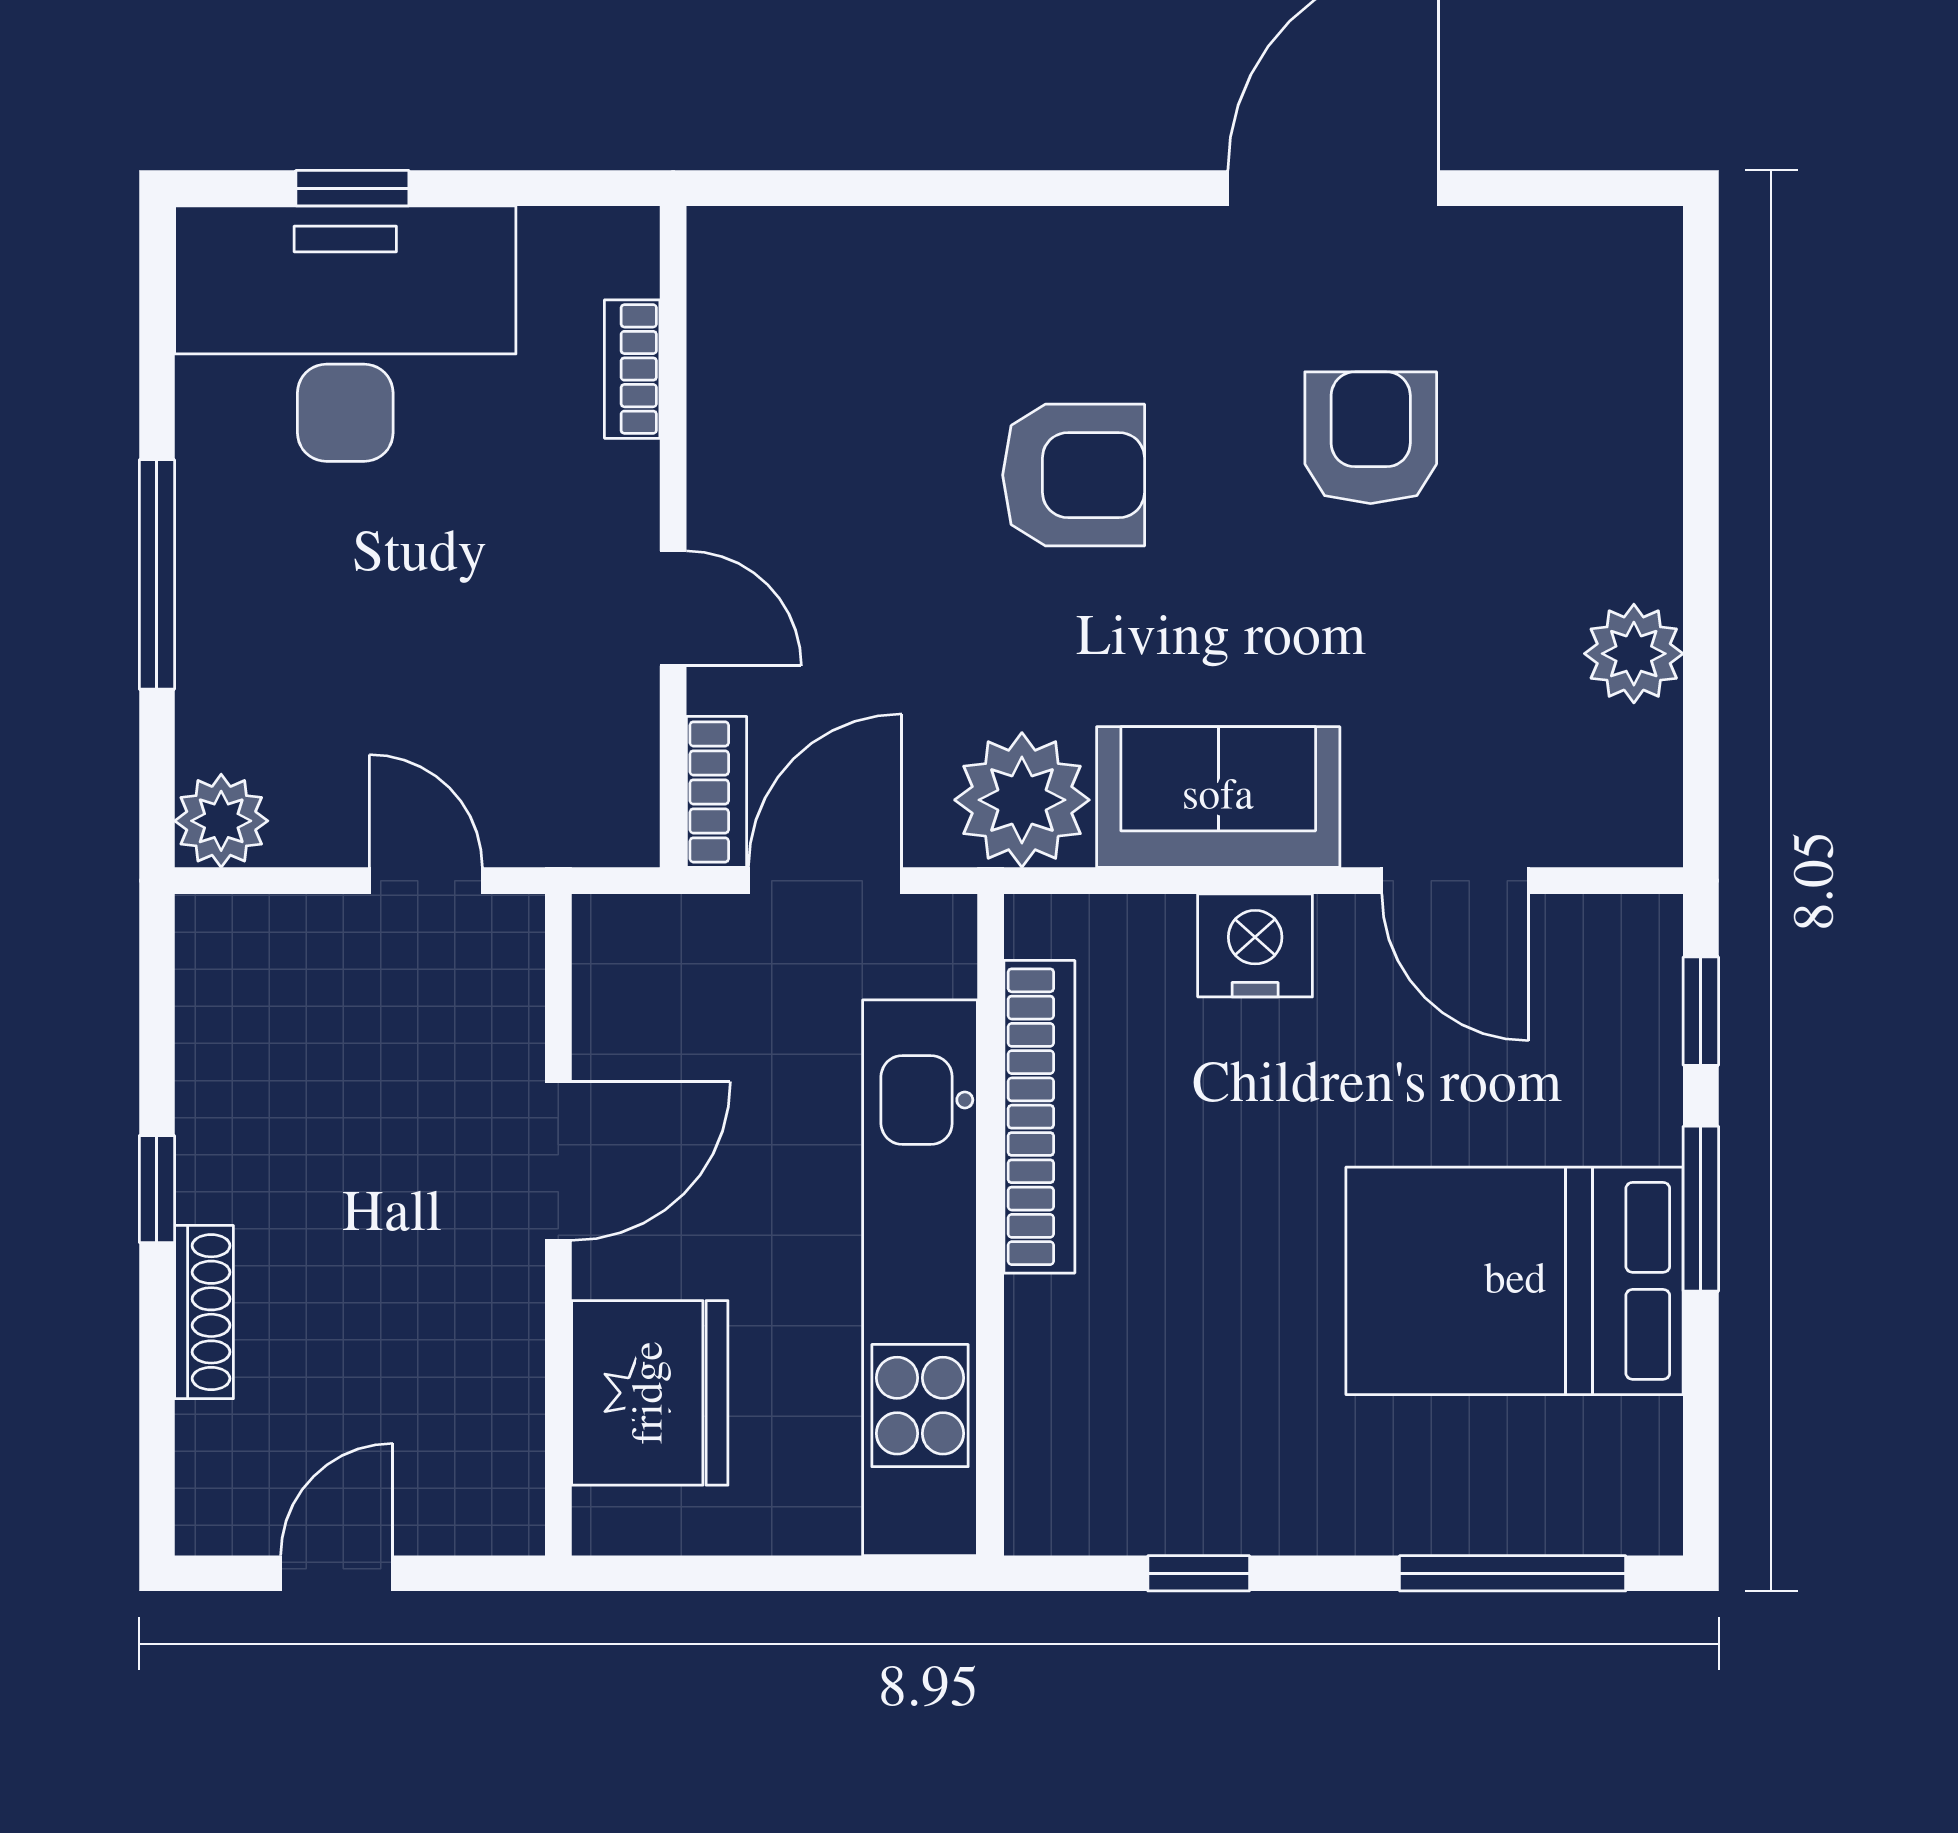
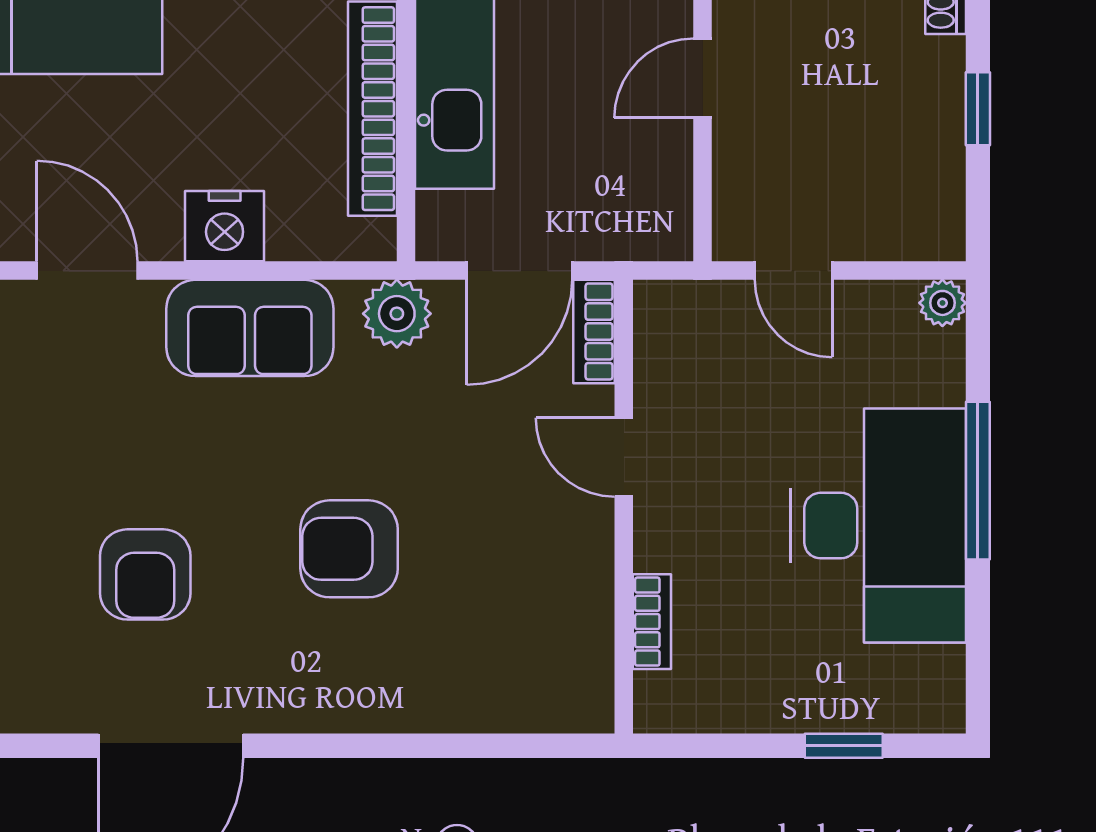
desk: (345, 334) -> (878, 526), moved, turned -90
plant: (1022, 800) -> (397, 314), width x0.73, depth x0.73
plant: (221, 821) -> (942, 303), width x0.73, depth x0.73
door: (558, 1161) -> (703, 78), width x0.73
window: (157, 1189) -> (978, 109), moved

